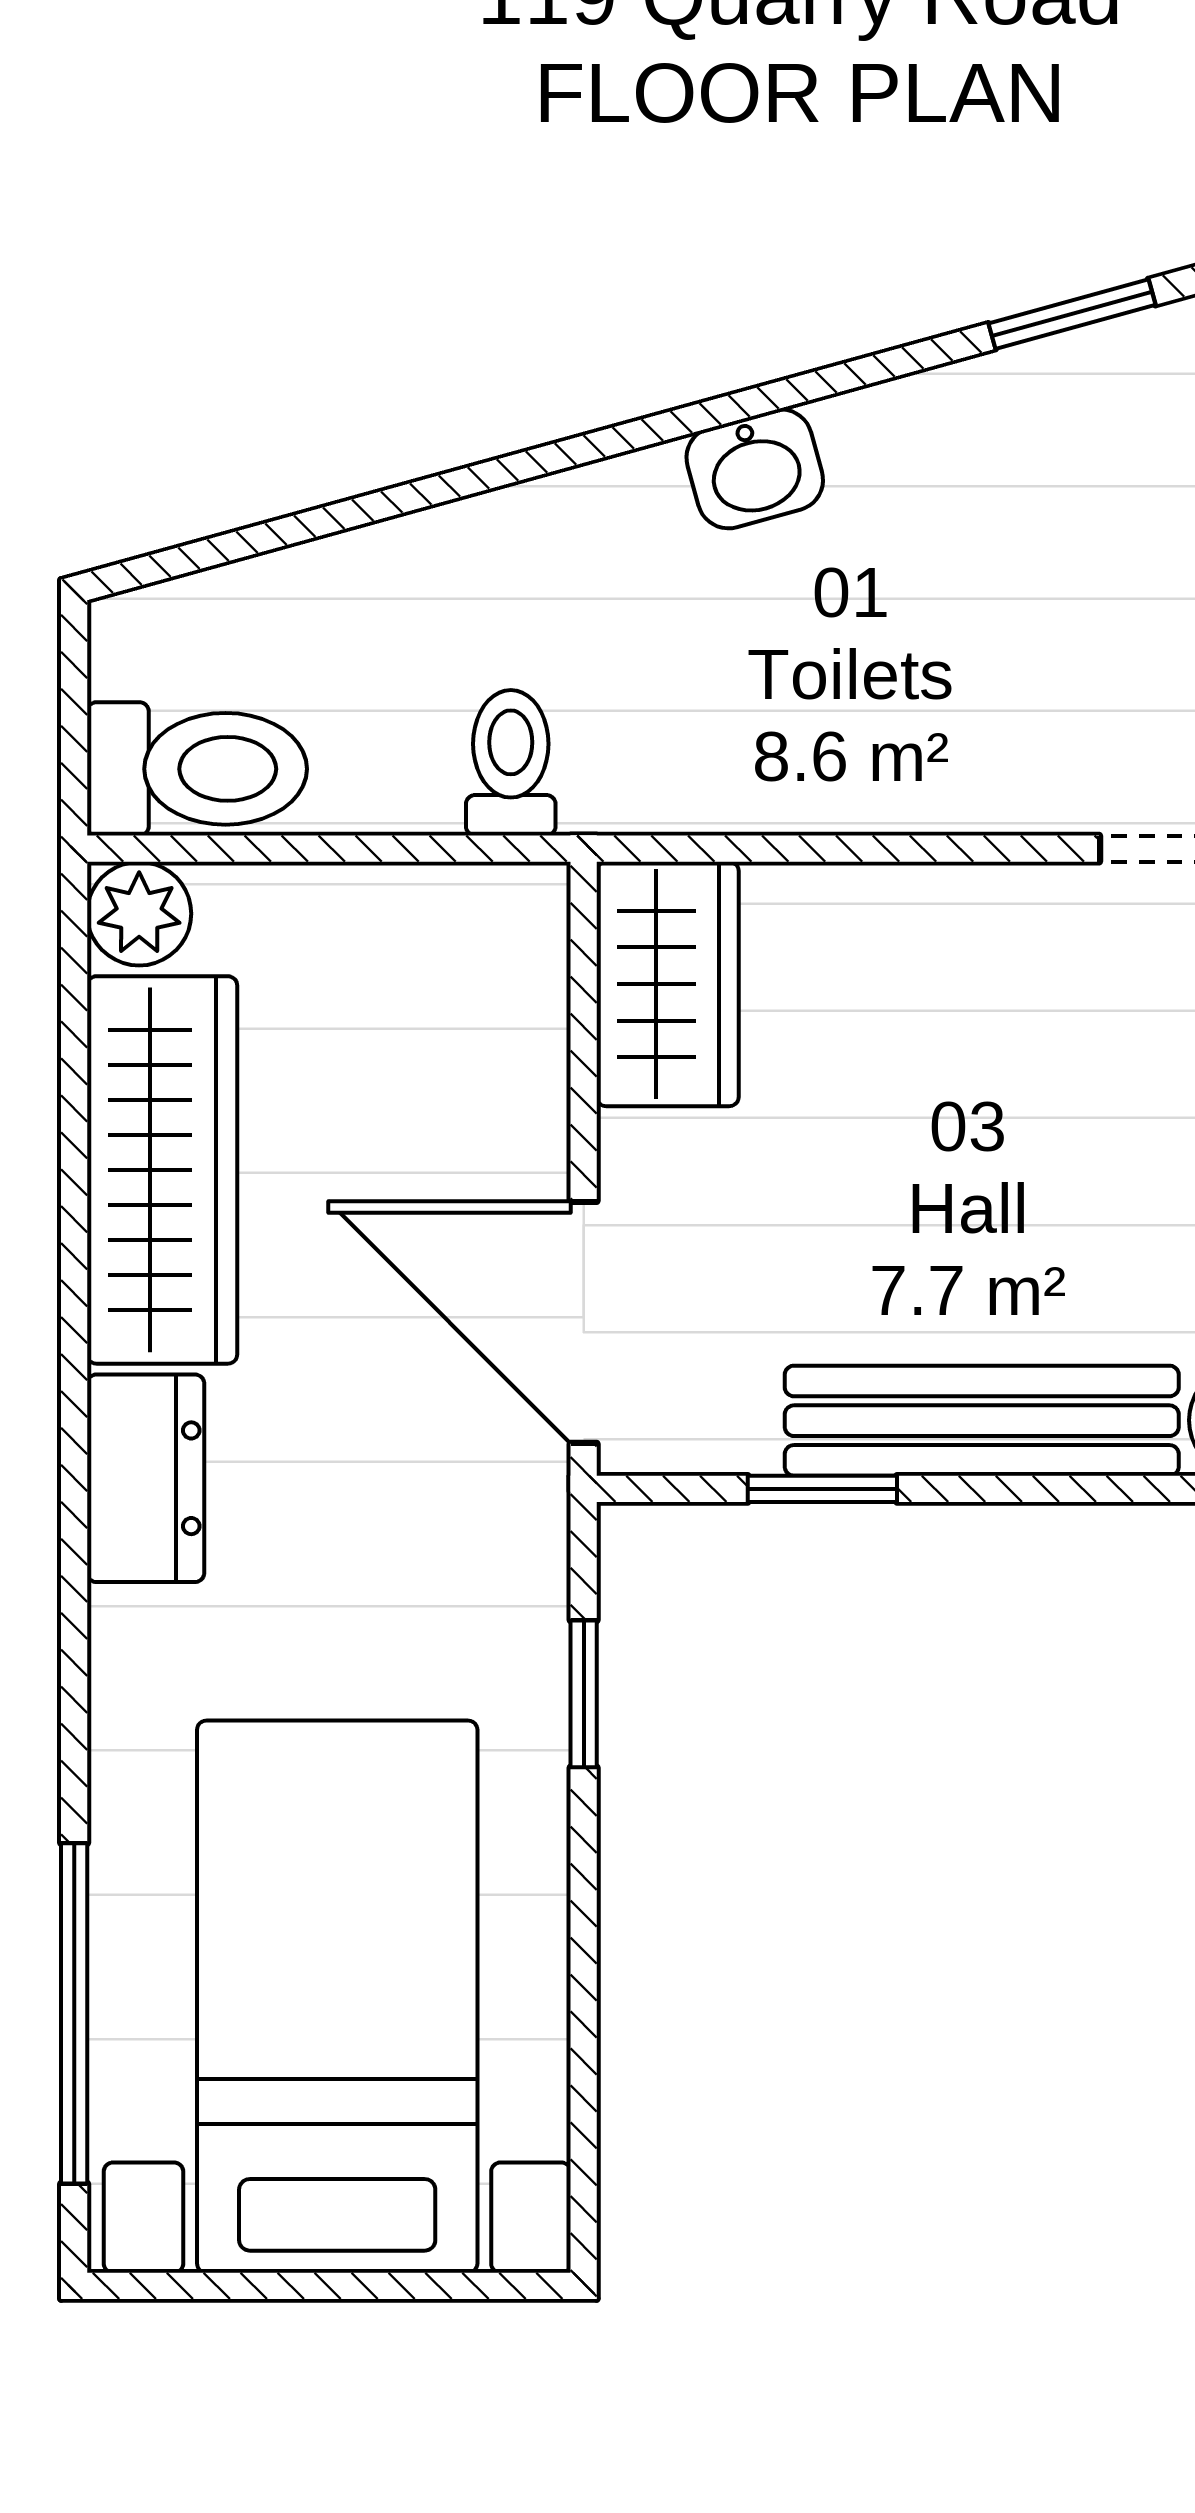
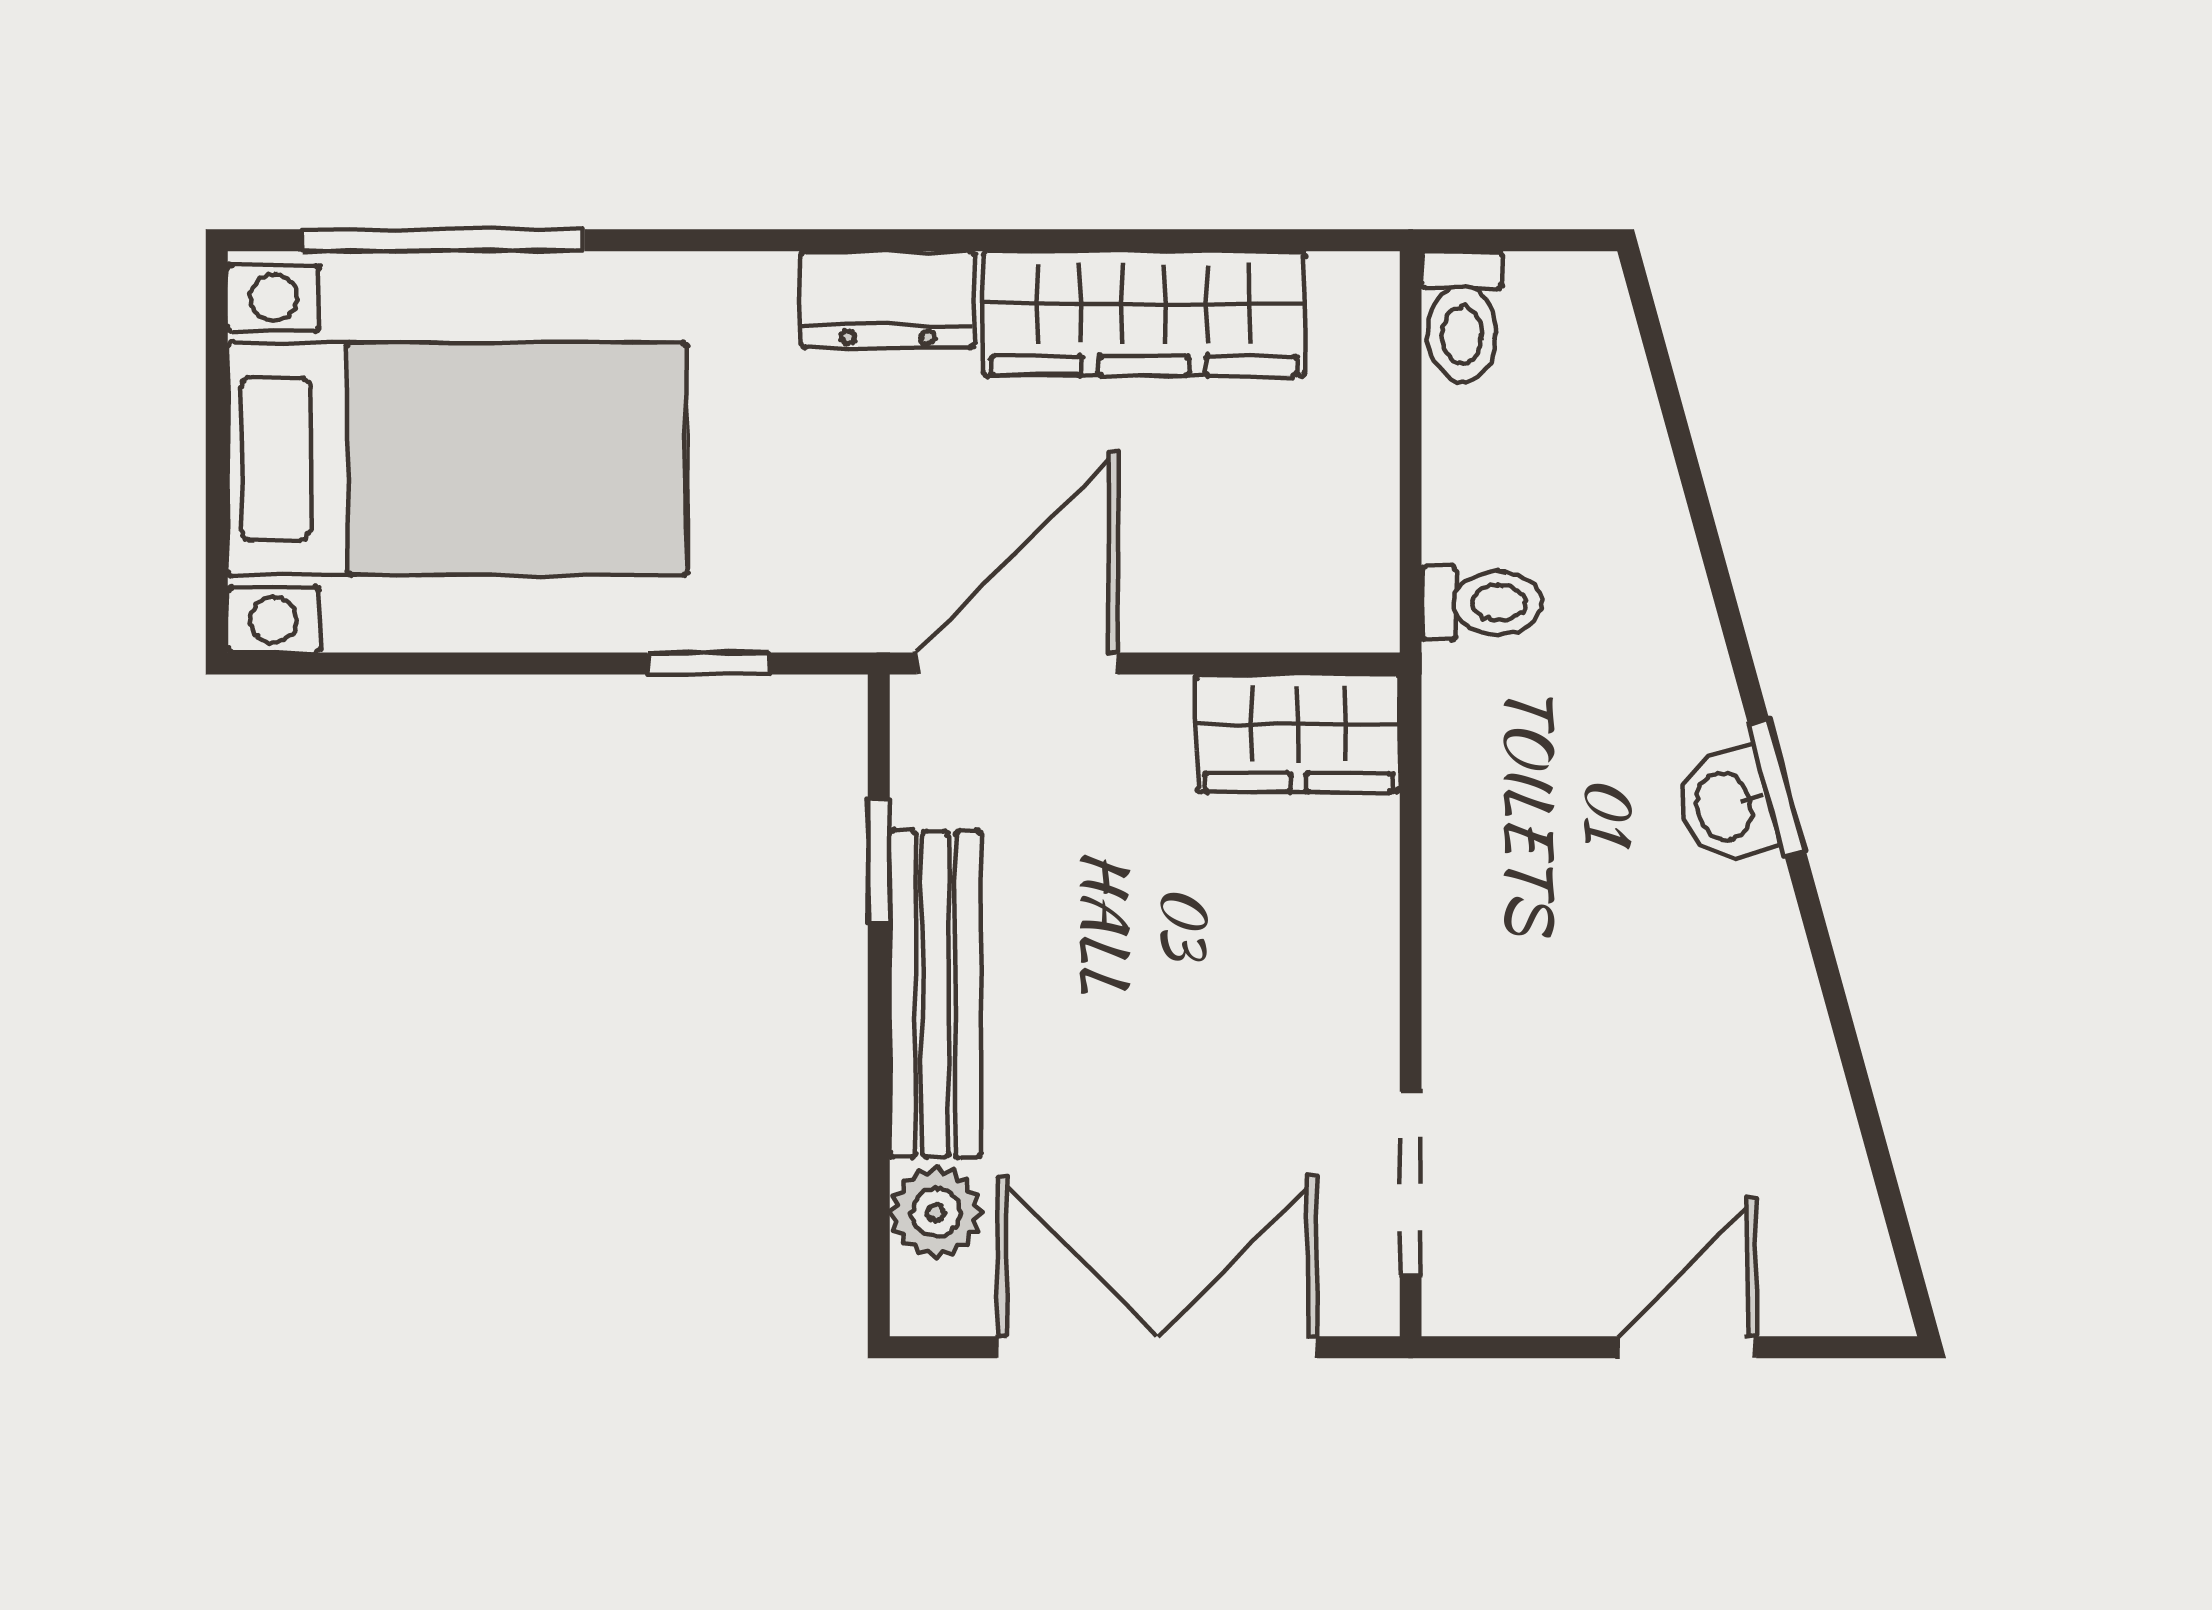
window: (1072, 314) -> (1777, 788), moved
toilet: (197, 769) -> (1462, 317), width x0.73, depth x0.72
plant: (139, 914) -> (1357, 294), removed

